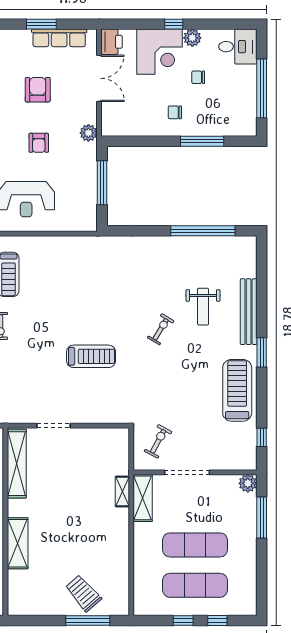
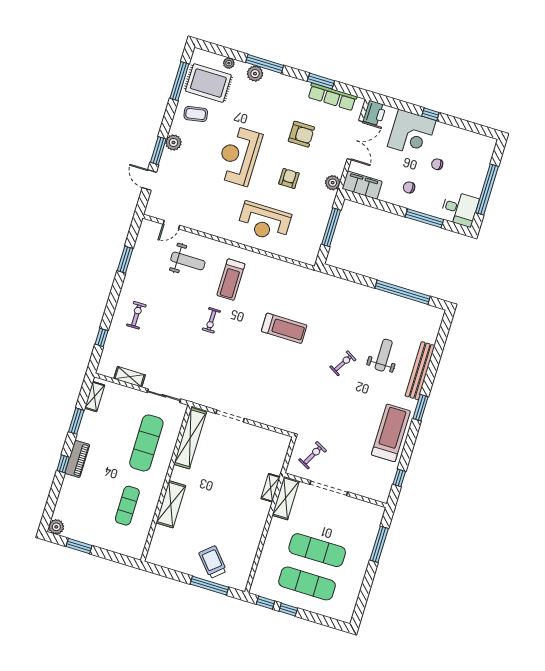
plant: (192, 38) -> (442, 130), removed
desk: (238, 47) -> (460, 209), moved
armchair: (38, 90) -> (301, 134), turned 90
filing cabinet: (122, 126) -> (362, 185), added
armchair: (39, 143) -> (289, 178), turned 180
weight bench: (203, 307) -> (384, 355), turned 180
treadmill: (91, 356) -> (284, 328), moved
plant: (248, 483) -> (376, 512), removed
window: (217, 620) -> (265, 603), moved

